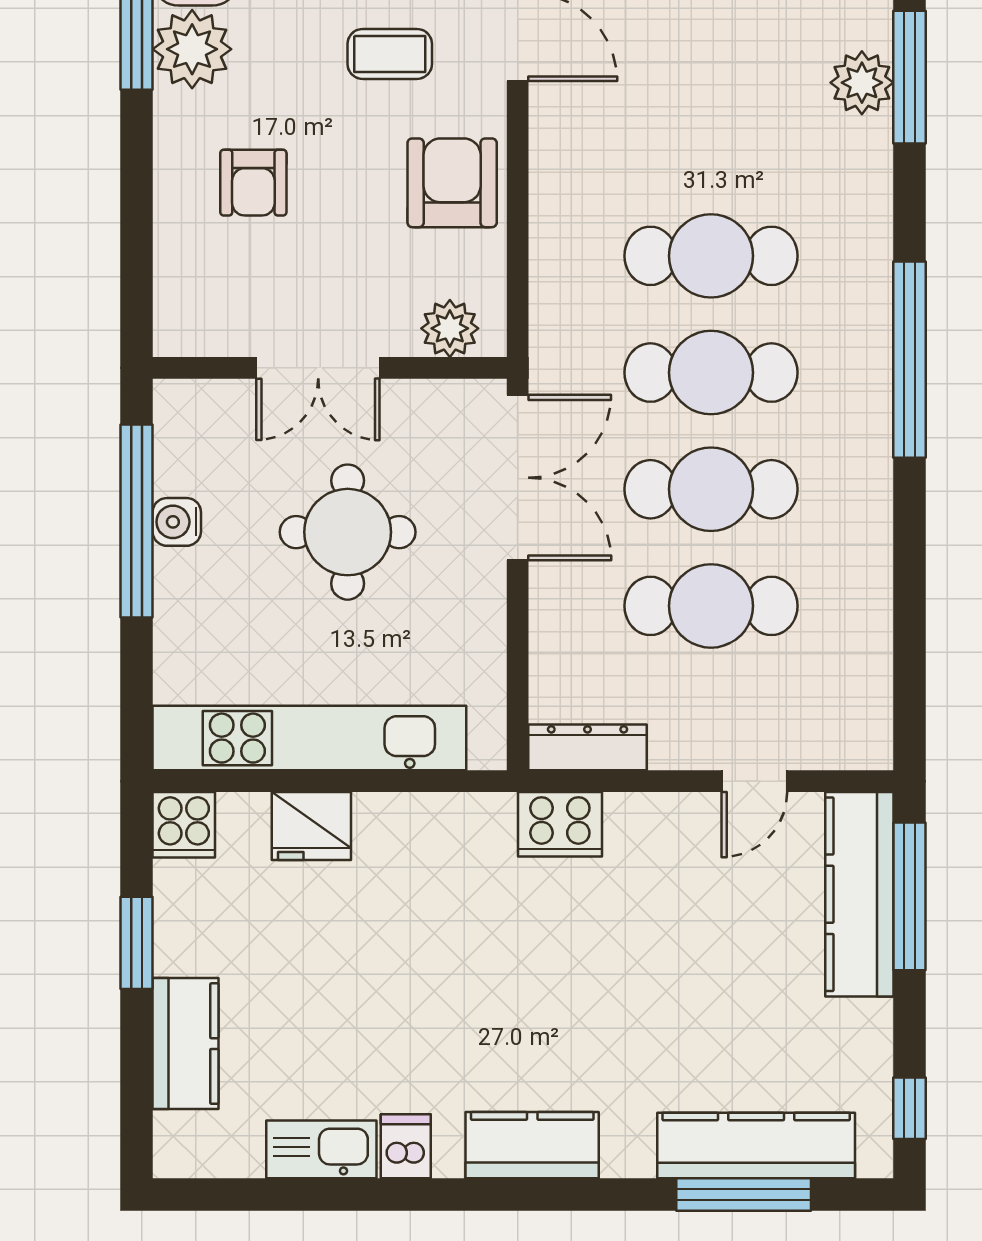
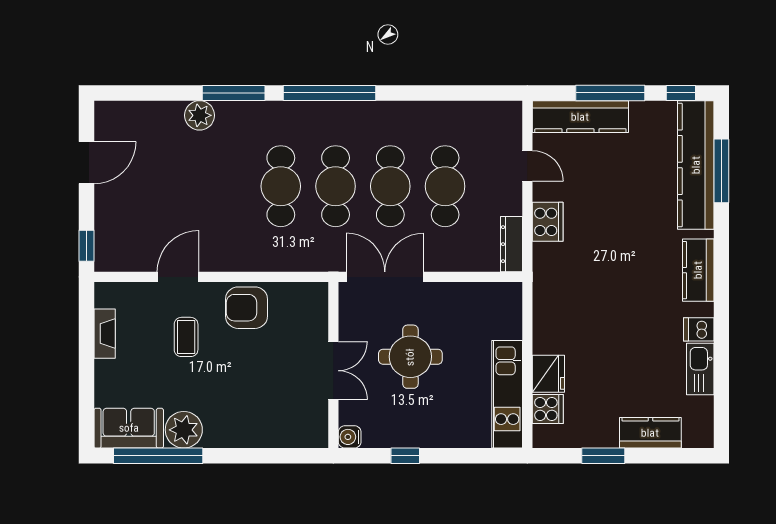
window: (910, 77) -> (234, 93), moved
armchair: (253, 183) -> (246, 401), removed
plant: (450, 328) -> (315, 309), removed
window: (137, 521) -> (405, 456), width x0.32
water cooler: (177, 522) -> (350, 437), moved, turned 90
kitchen unit: (309, 738) -> (507, 394), width x0.73
cooker: (560, 824) -> (548, 222), moved
cooker: (184, 825) -> (548, 409), moved
window: (910, 896) -> (610, 93), moved
kitchen counter: (756, 1146) -> (696, 165), width x1.39, depth x1.17

